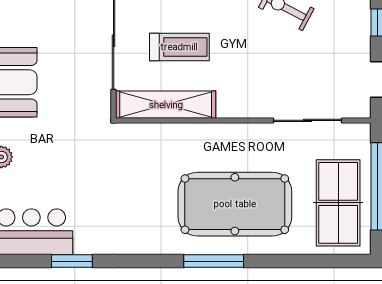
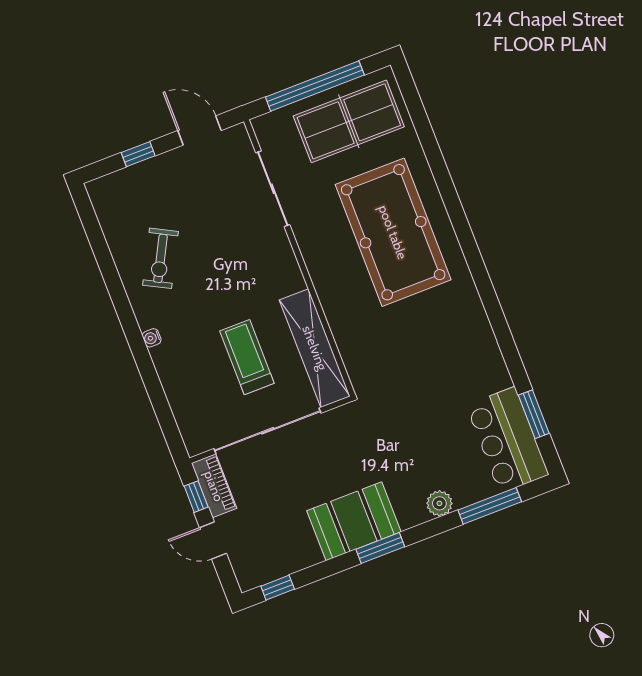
window: (72, 261) -> (534, 414), moved
window: (214, 261) -> (463, 231), removed

